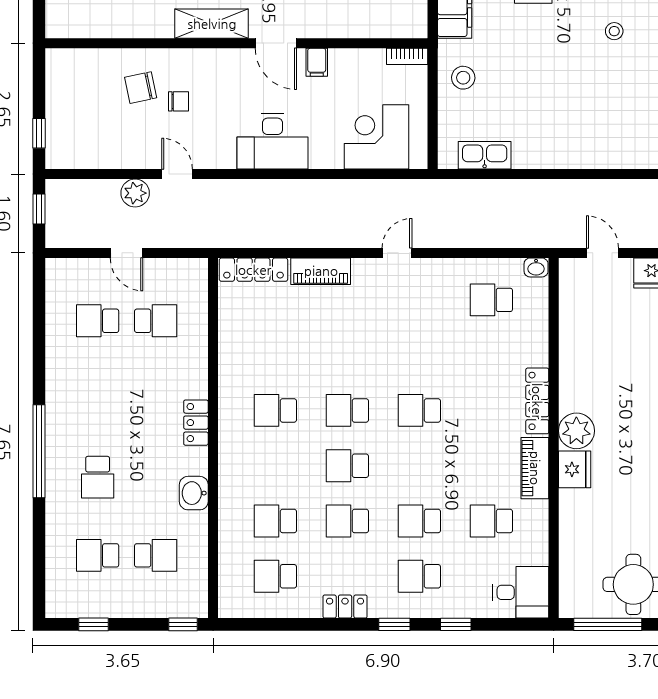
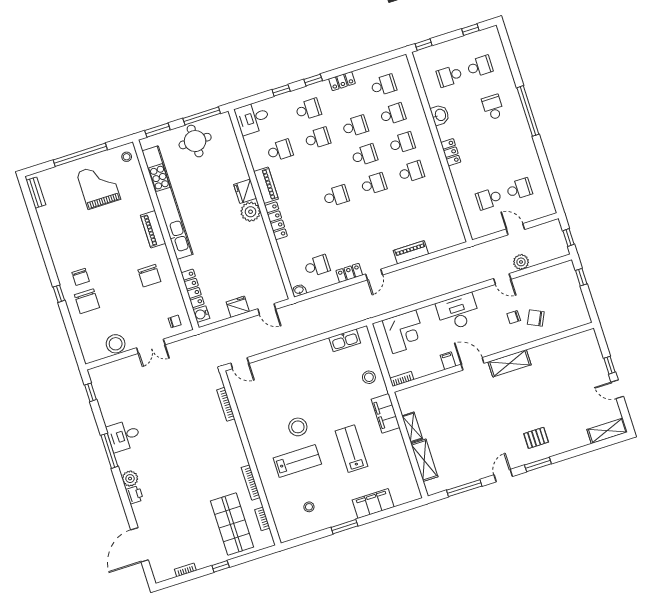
stool: (614, 31) -> (298, 427), width x1.89, depth x1.89
chair: (141, 88) -> (536, 318), turned -142
locker: (253, 270) -> (349, 273), moved, width x0.66
school desk: (275, 466) -> (402, 143), added

